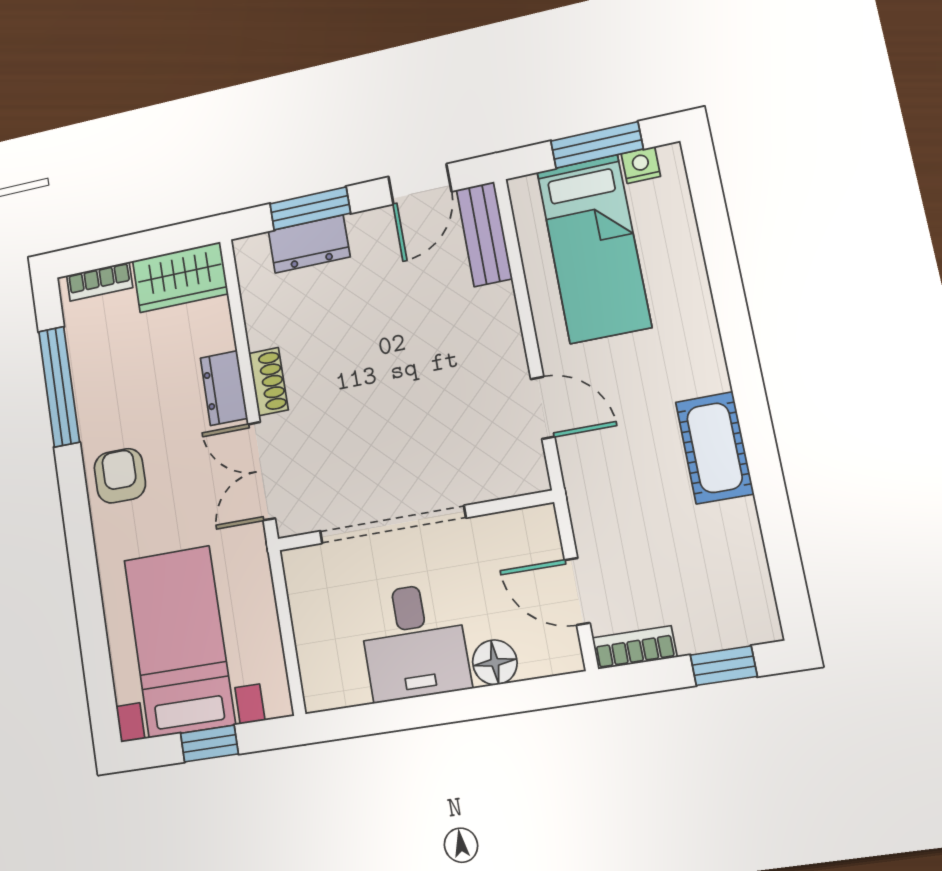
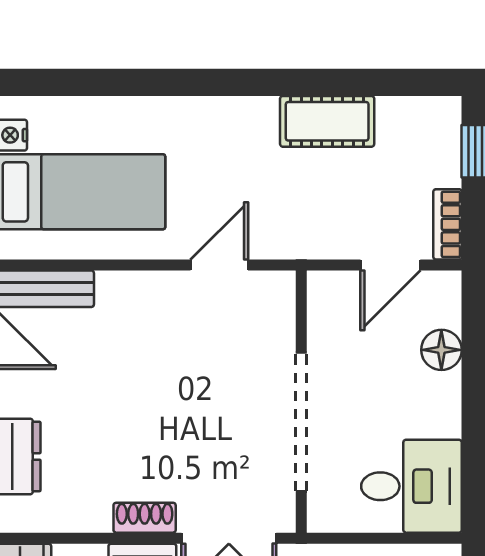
cot: (715, 448) -> (327, 121), moved
desk: (414, 642) -> (411, 486), moved

